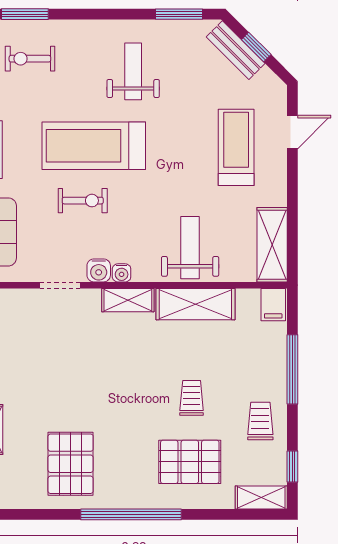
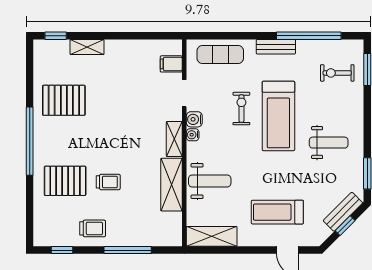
exercise bike: (30, 59) -> (337, 73), turned -90
treadmill: (94, 146) -> (278, 116), turned 180
treadmill: (236, 147) -> (277, 212), turned 180
exercise bike: (83, 201) -> (241, 109), turned 180
filing cabinet: (273, 305) -> (171, 64), moved
pallet: (190, 462) -> (65, 181), turned 90
shelving: (261, 498) -> (41, 229), removed

